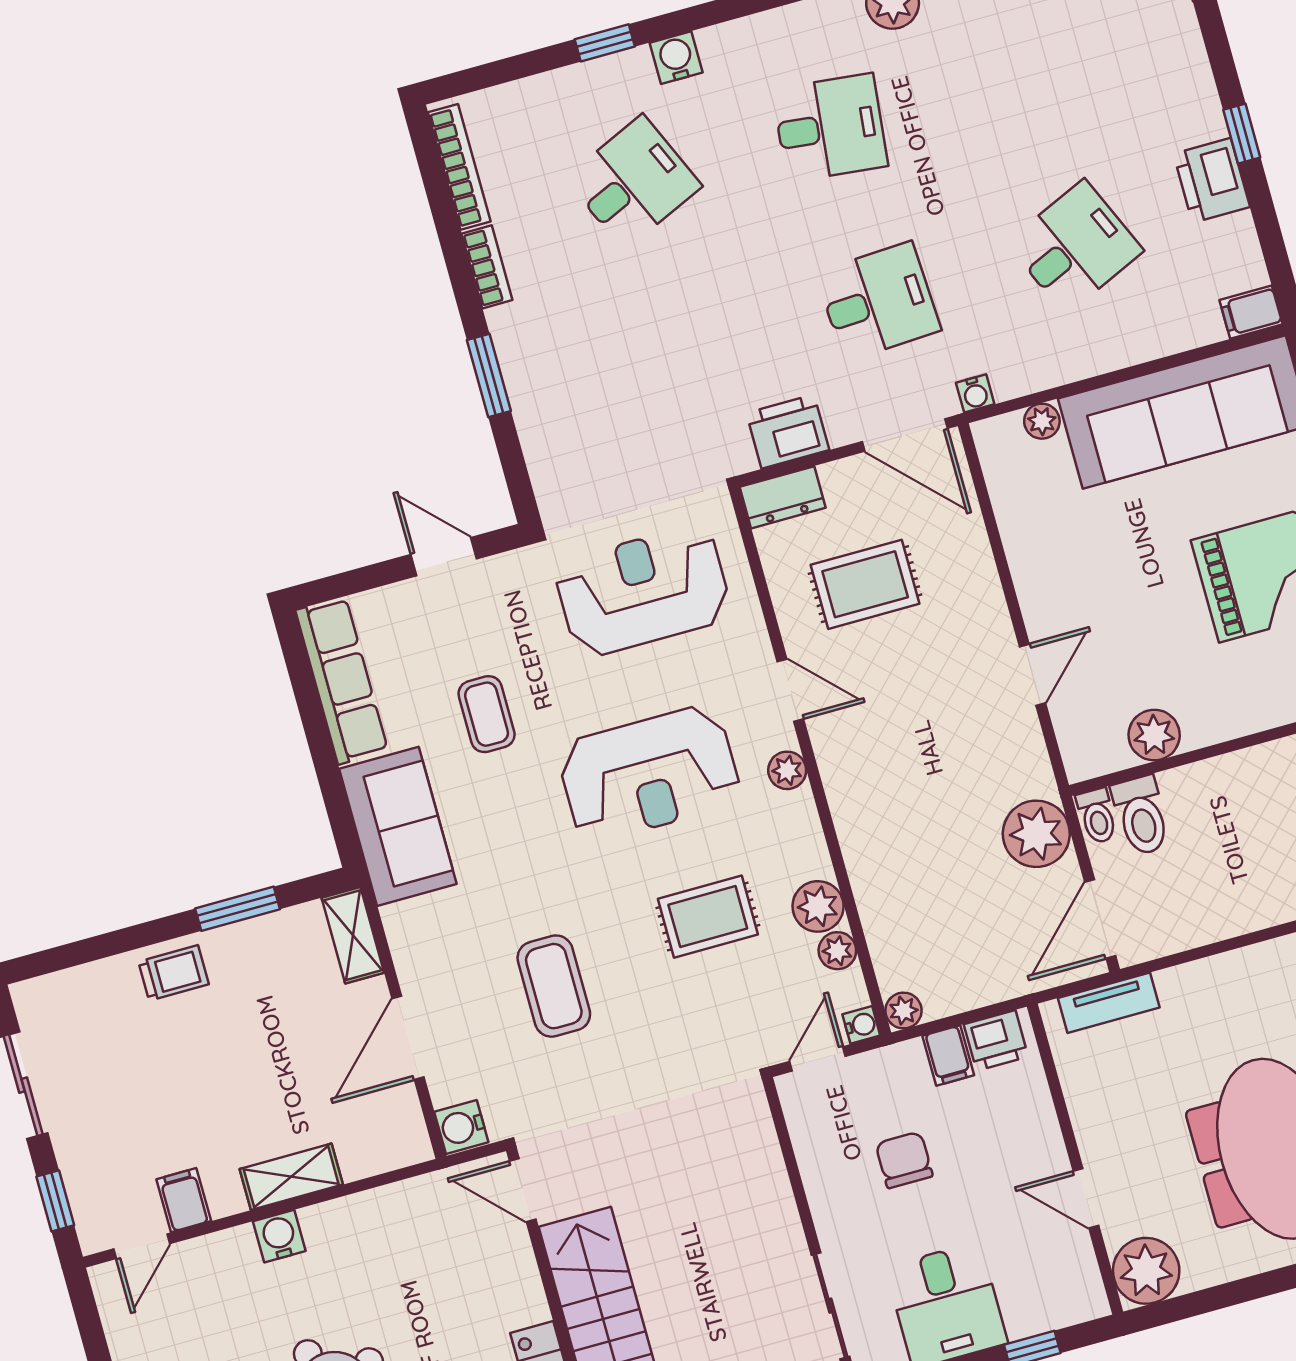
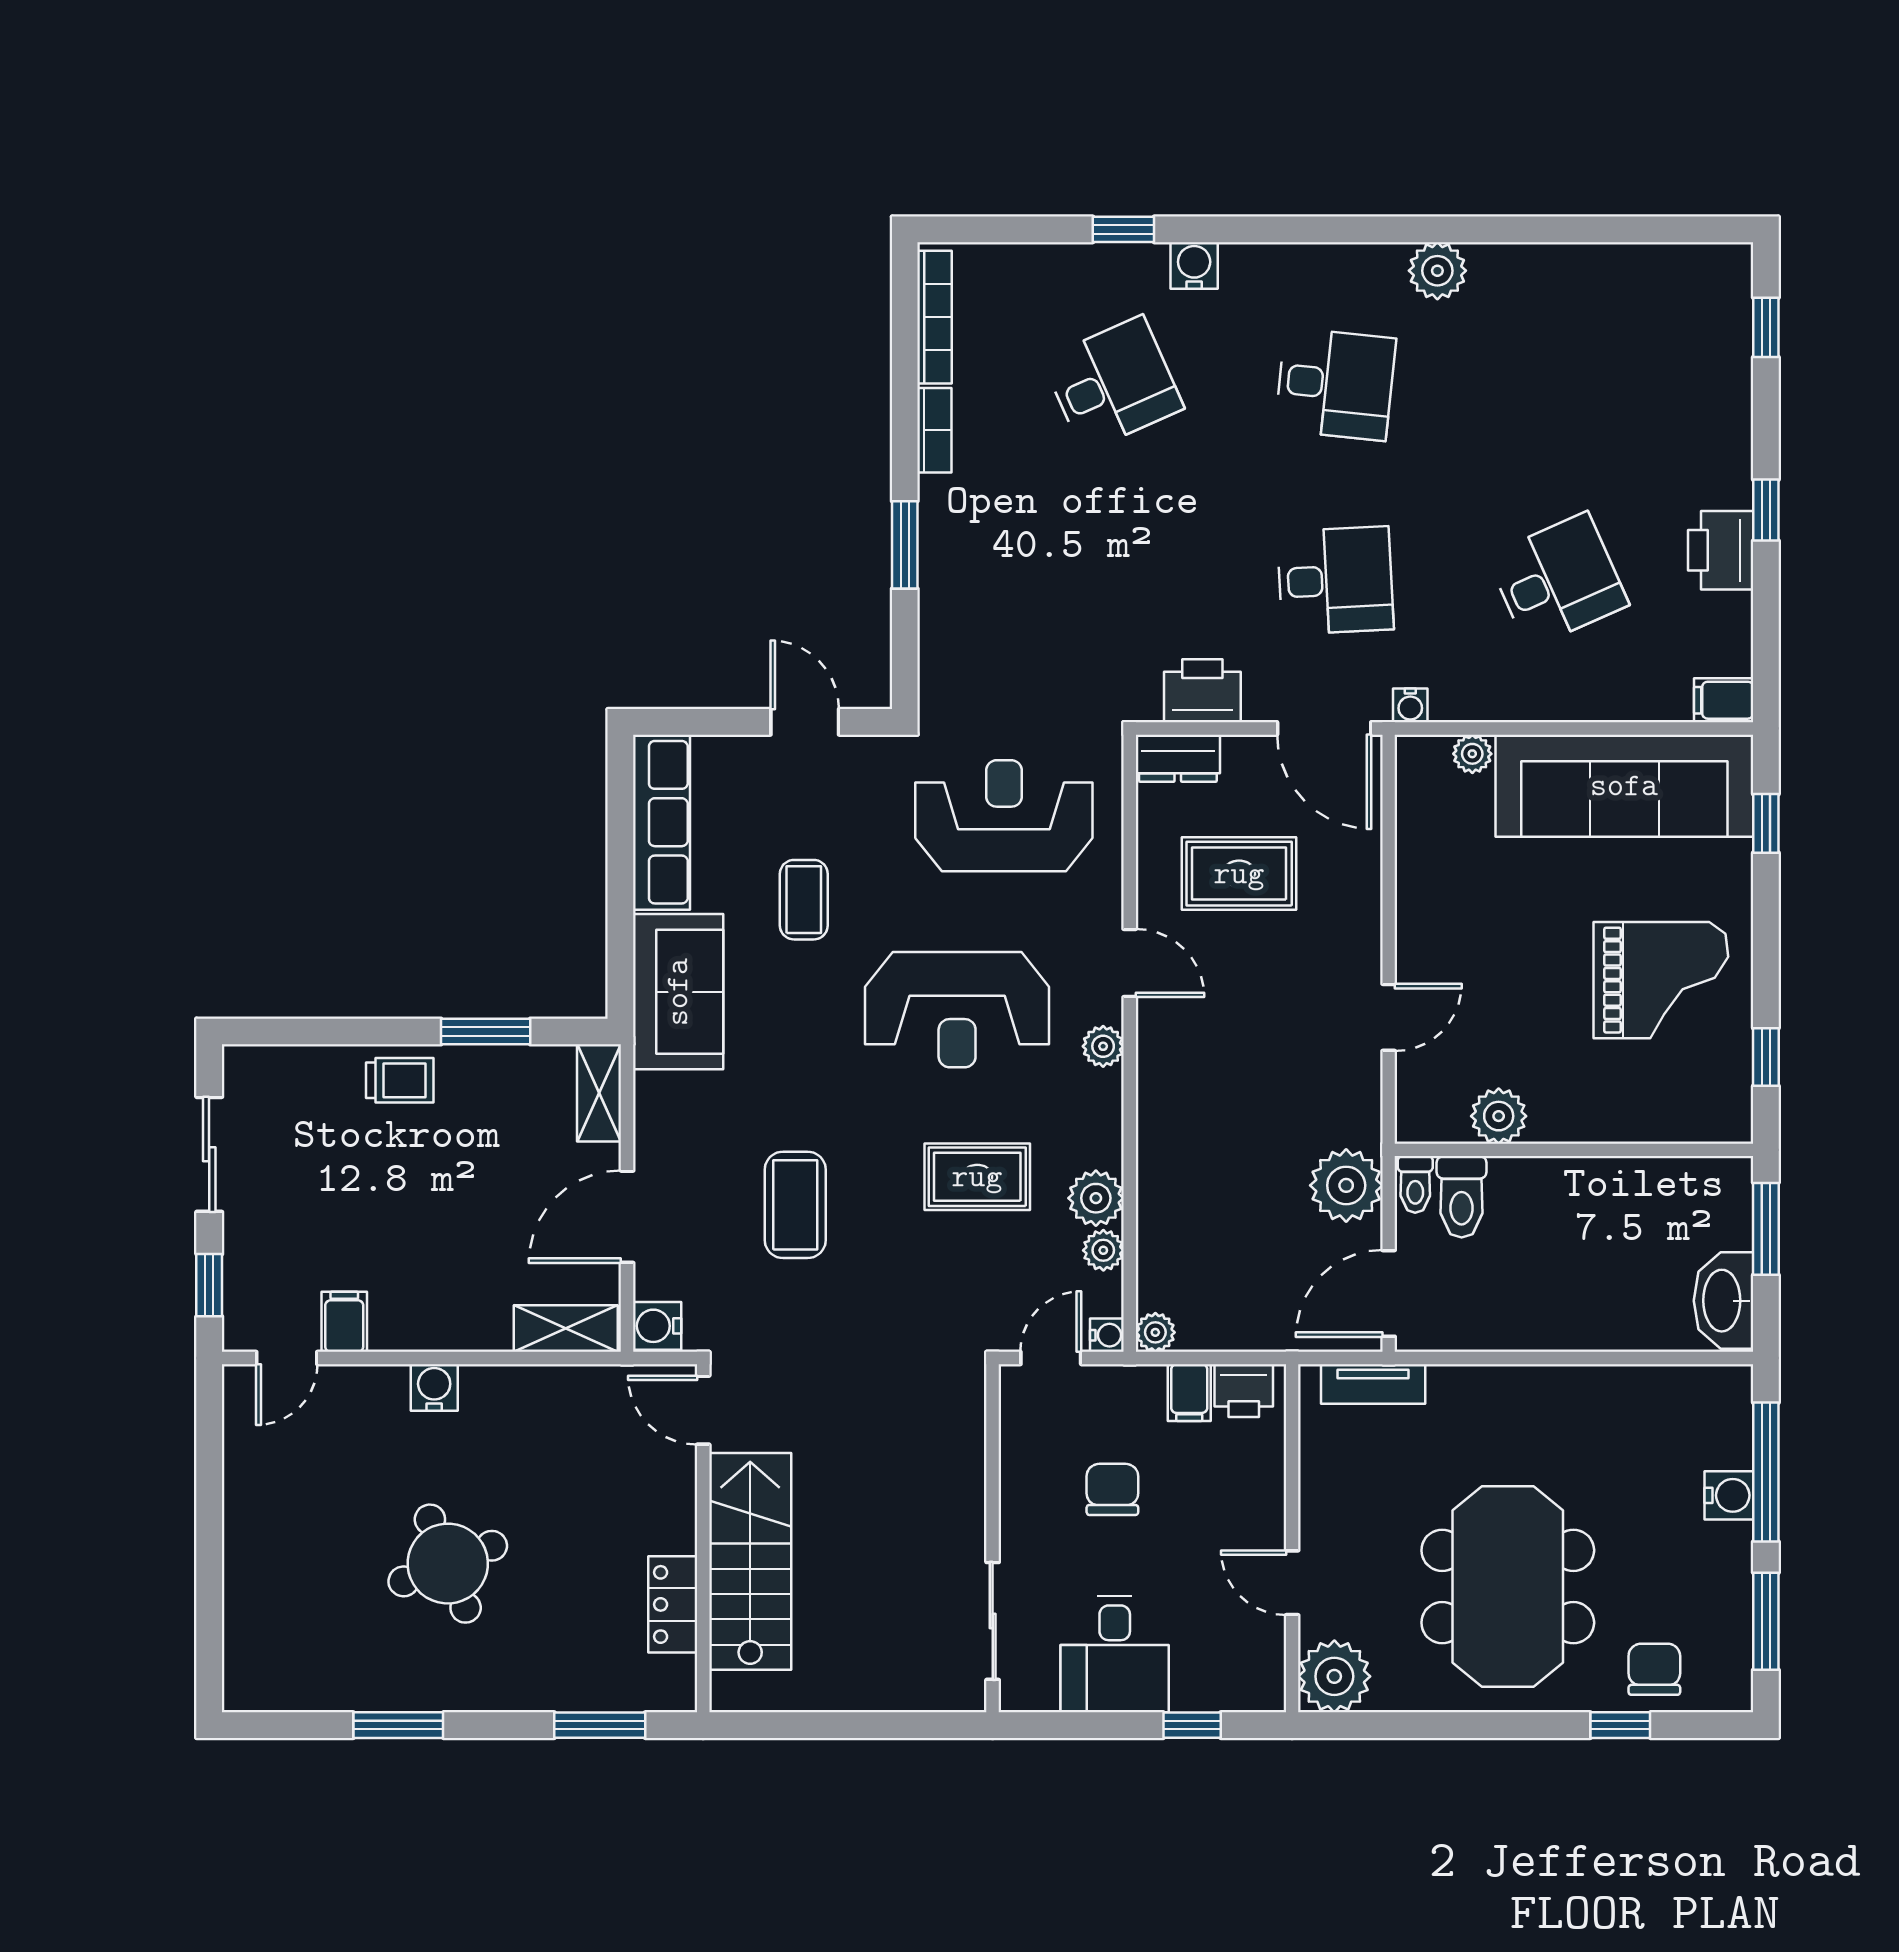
shelving: (291, 1177) -> (566, 1329), moved

